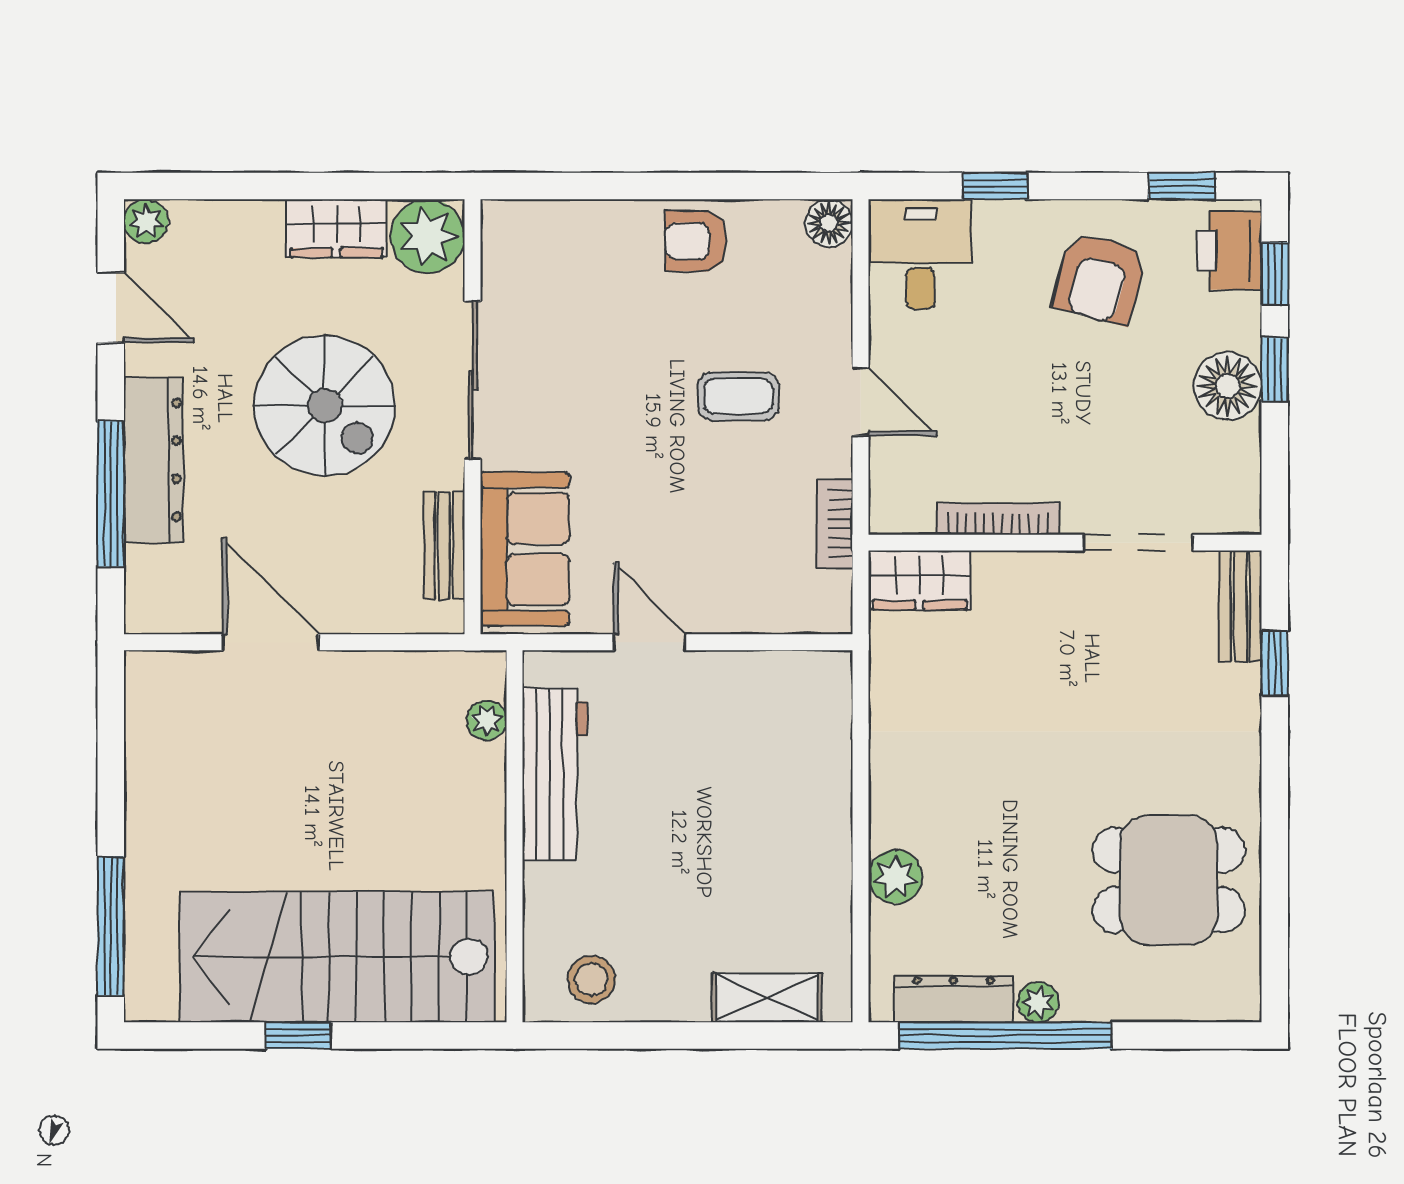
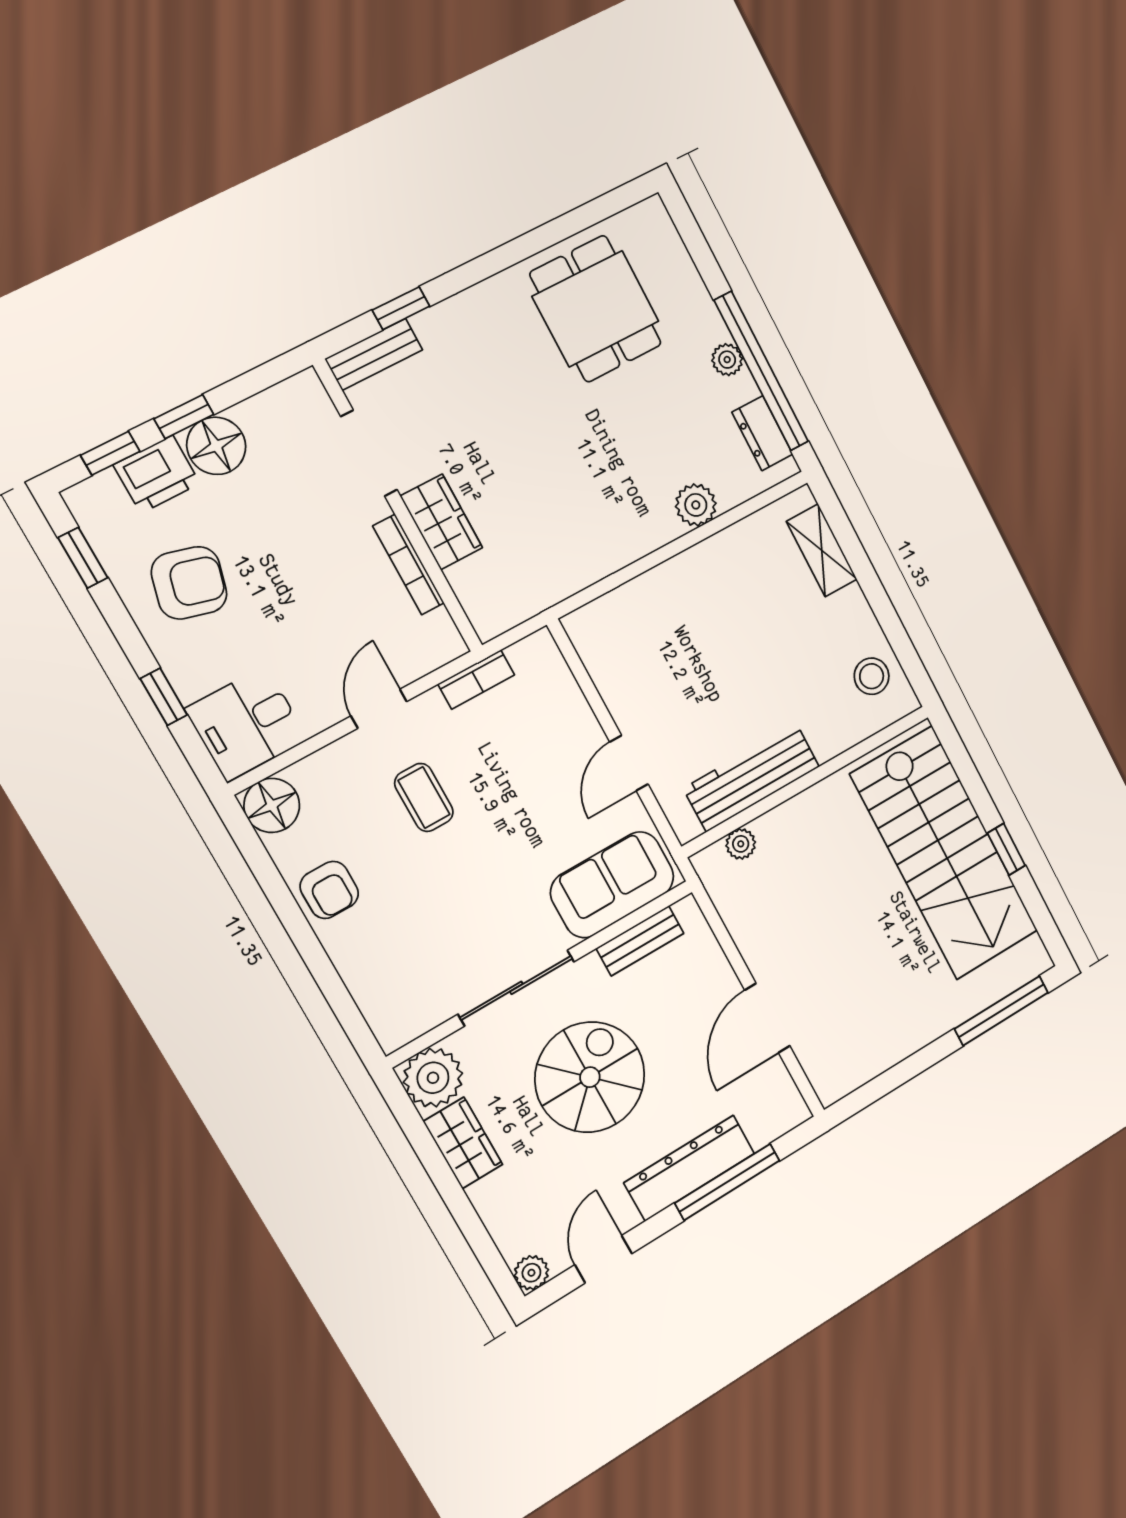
floor lamp: (829, 223) -> (272, 805), width x1.38, depth x1.38
printer: (1229, 251) -> (157, 474), moved
wardrobe: (920, 580) -> (441, 522), moved
dresser: (954, 999) -> (762, 433), width x0.70

